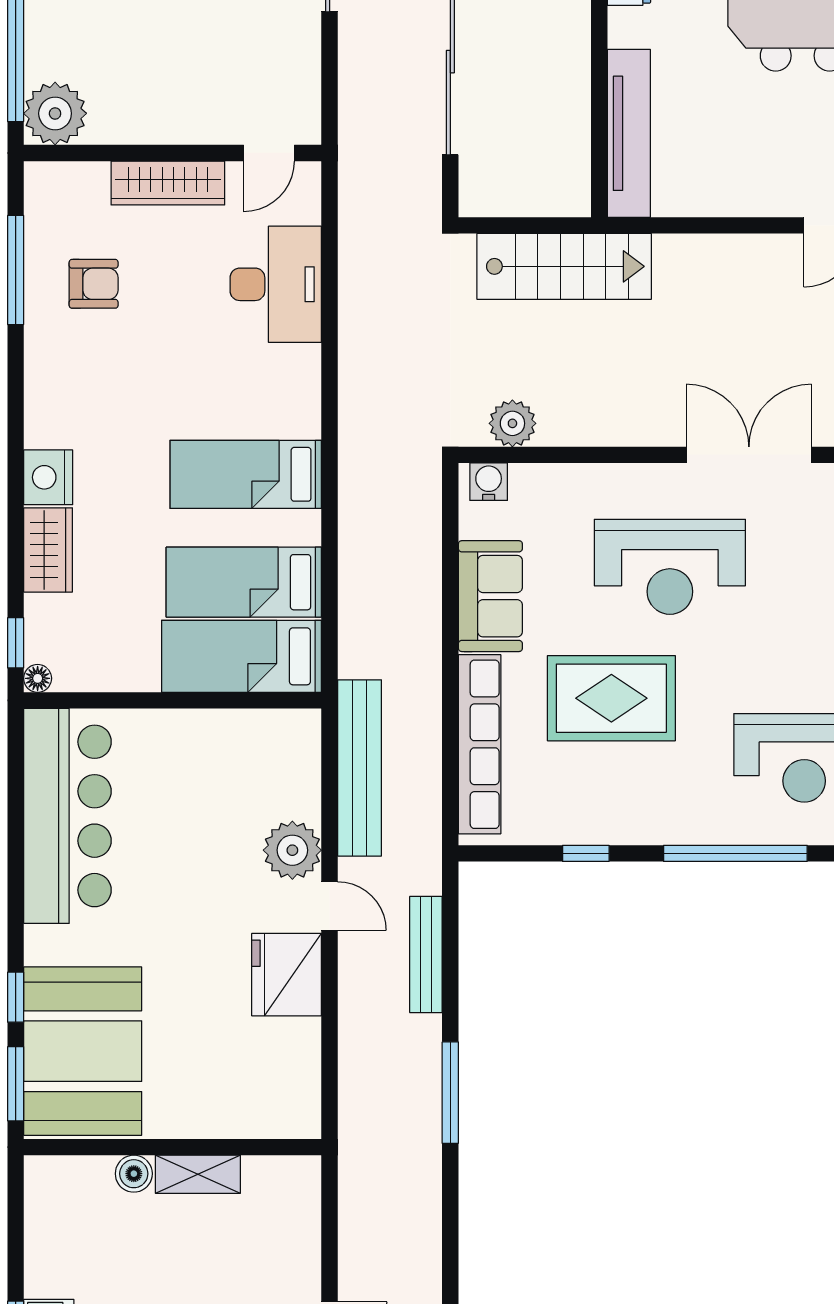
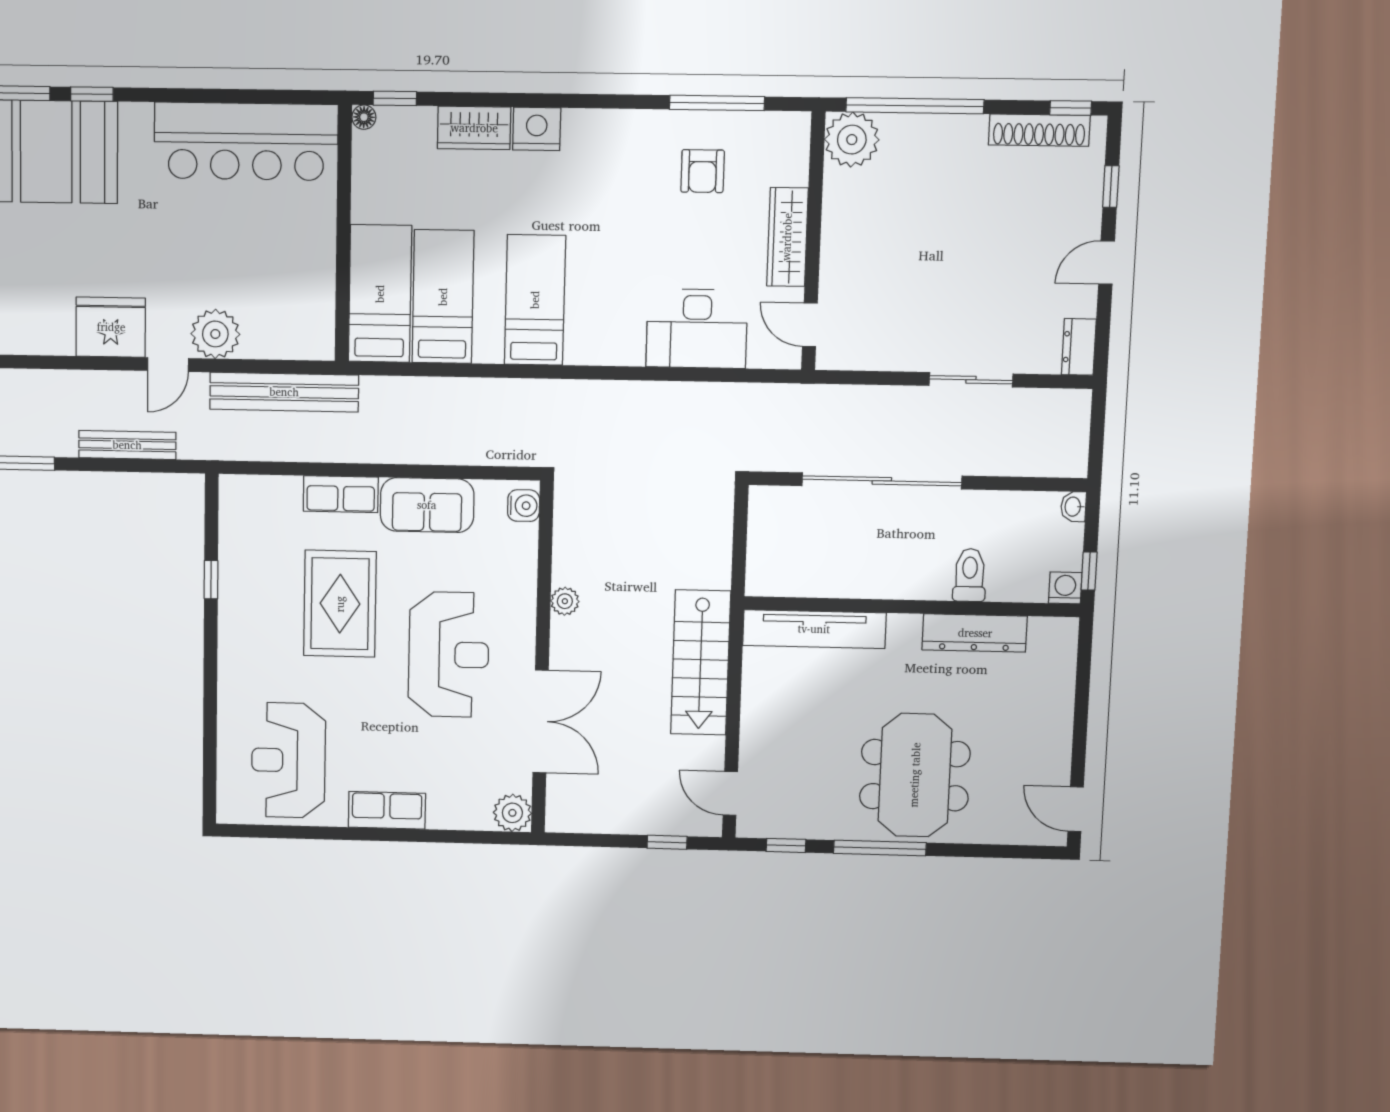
stairs: (564, 266) -> (701, 663), moved
plant: (512, 423) -> (565, 601), moved, width x0.73, depth x0.73
reception desk: (670, 567) -> (449, 655), turned 180
row of seats: (480, 744) -> (341, 494), width x0.50
window: (735, 853) -> (210, 702), removed

